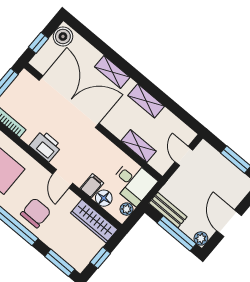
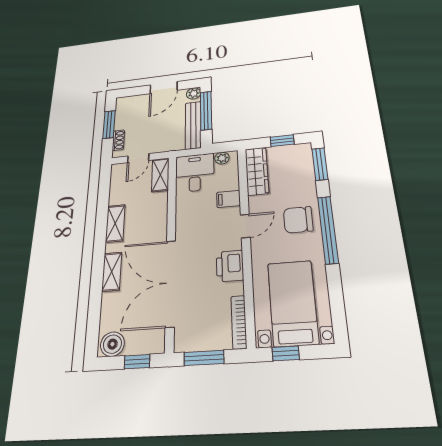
shelving: (139, 146) -> (160, 175), moved
shoe rack: (214, 155) -> (118, 140), added
floor lamp: (104, 198) -> (230, 181), removed
bench: (168, 210) -> (193, 125), width x1.36

